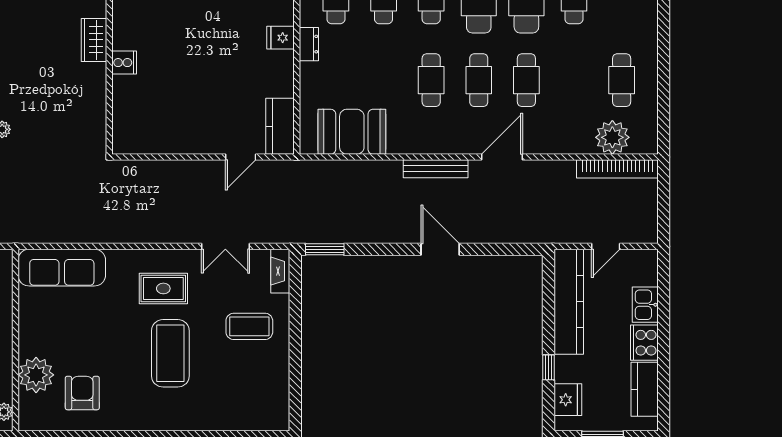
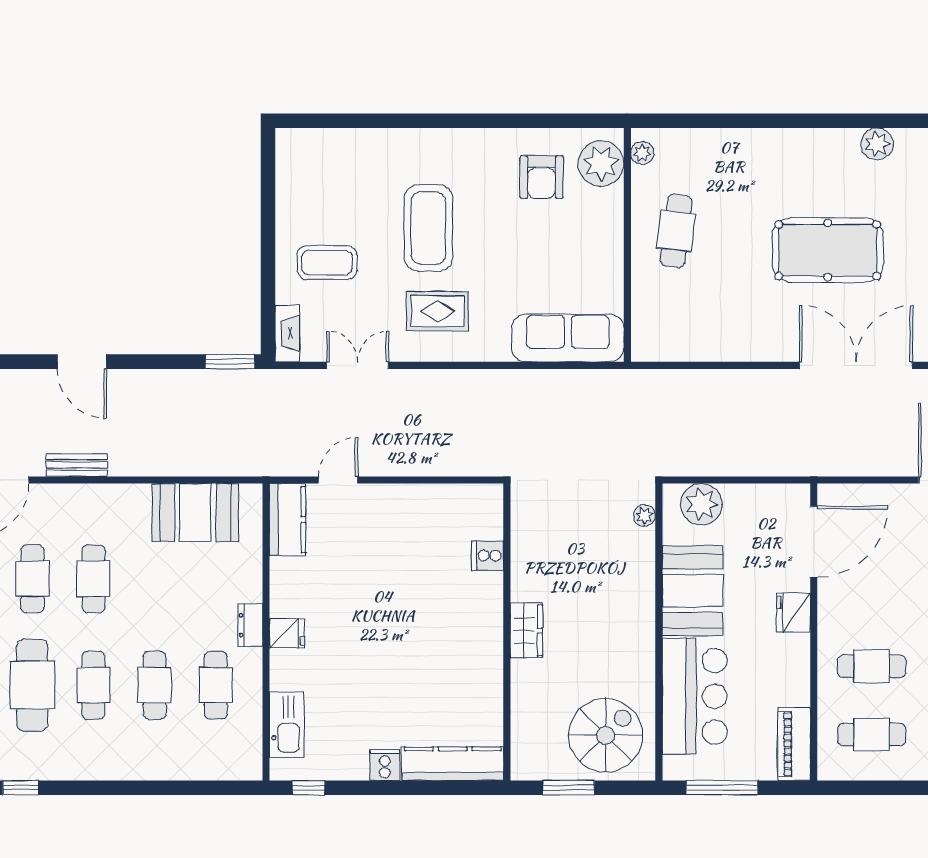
cooker: (124, 63) -> (488, 556), moved
bench: (436, 169) -> (77, 465), width x0.73
plant: (36, 375) -> (601, 163), moved

